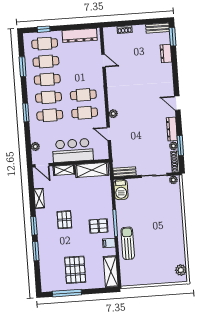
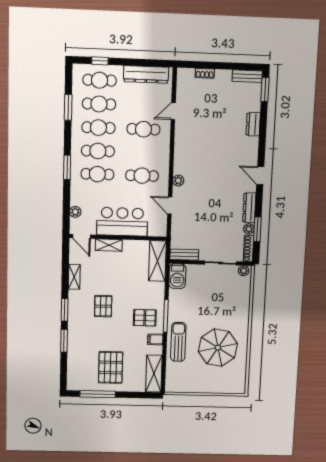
dresser: (166, 53) -> (253, 124), moved
door: (104, 61) -> (173, 111), swing flipped
cafe table: (83, 95) -> (143, 129), moved
shelving: (92, 170) -> (157, 261), moved, turned 90
parasol: (160, 245) -> (218, 348), added
plant: (181, 270) -> (239, 380), removed

